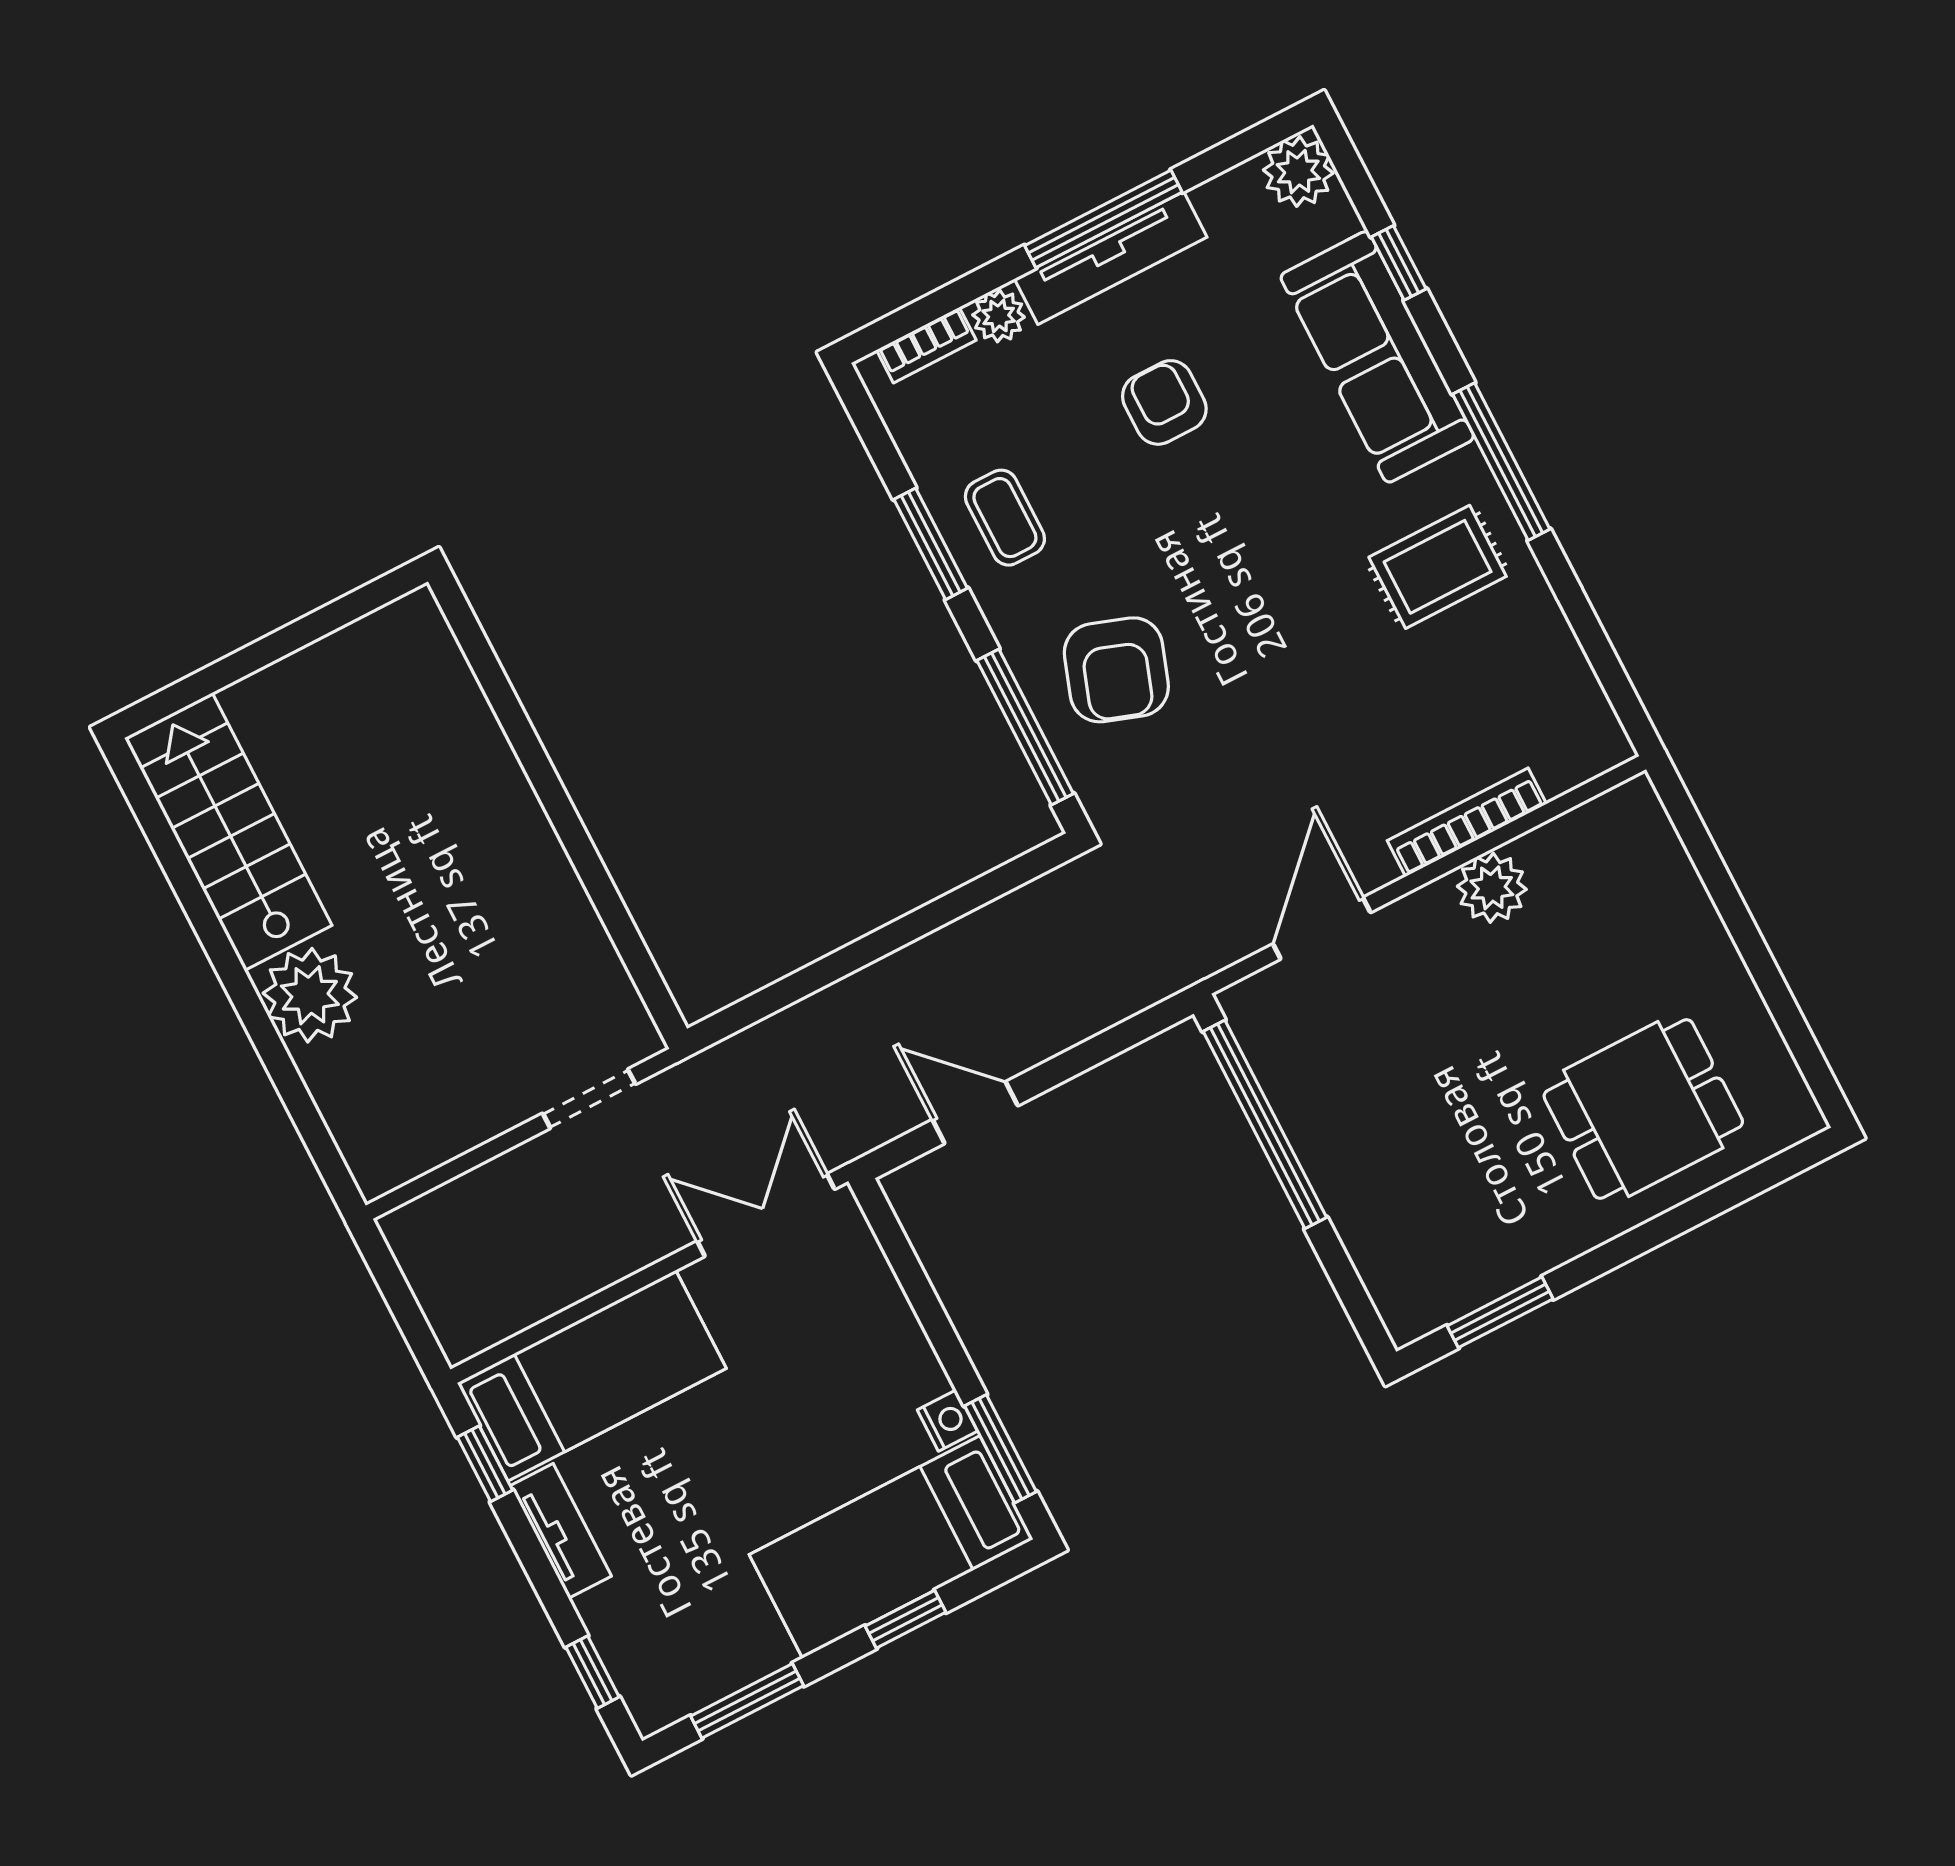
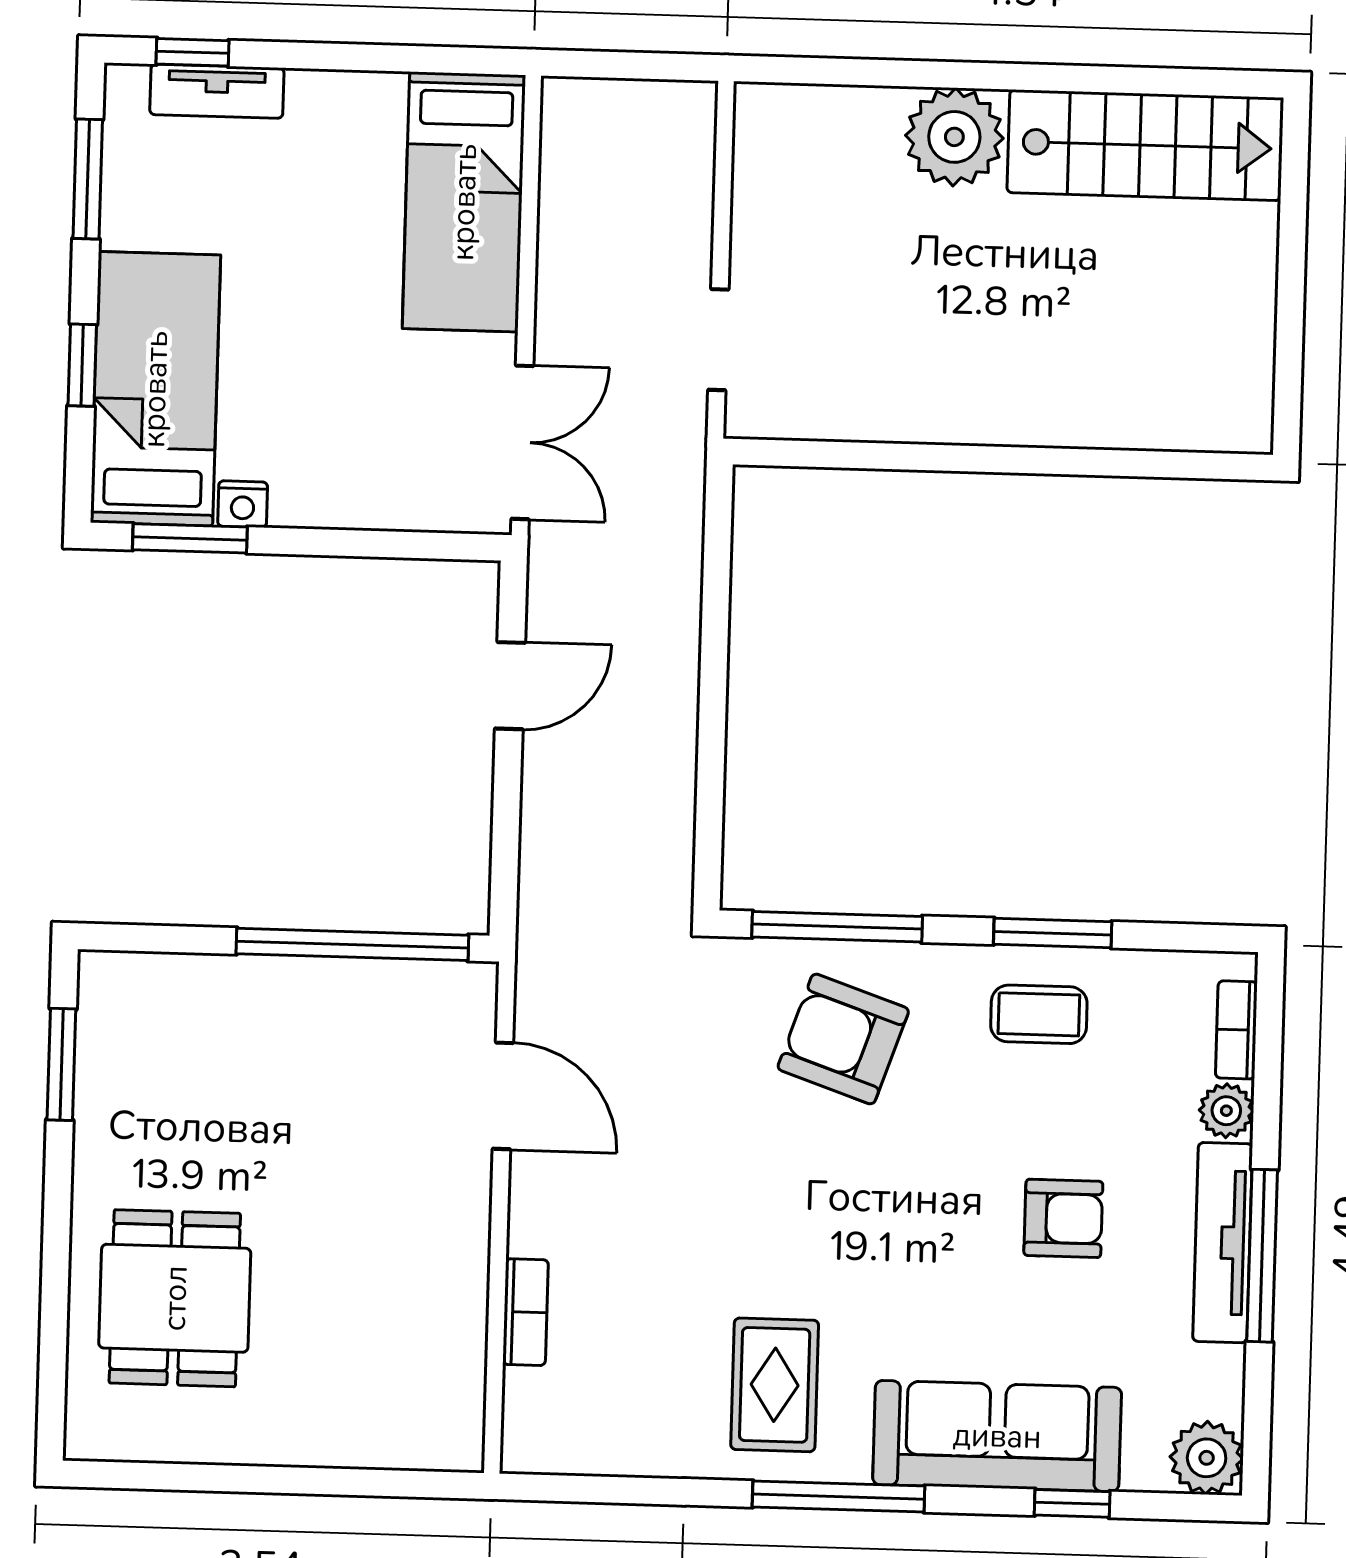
bookcase: (1467, 822) -> (525, 1312), width x0.64
plant: (1492, 888) -> (454, 1272), removed
window: (485, 1464) -> (438, 60), removed
tv unit: (561, 1531) -> (217, 91), moved

